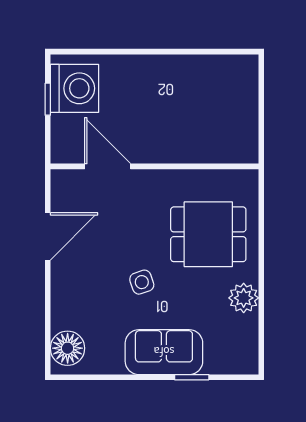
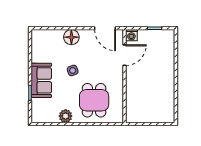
washing machine: (74, 88) -> (131, 35), moved, width x0.53, depth x0.53
door: (48, 236) -> (105, 28), moved
floor lamp: (68, 348) -> (71, 37), moved

